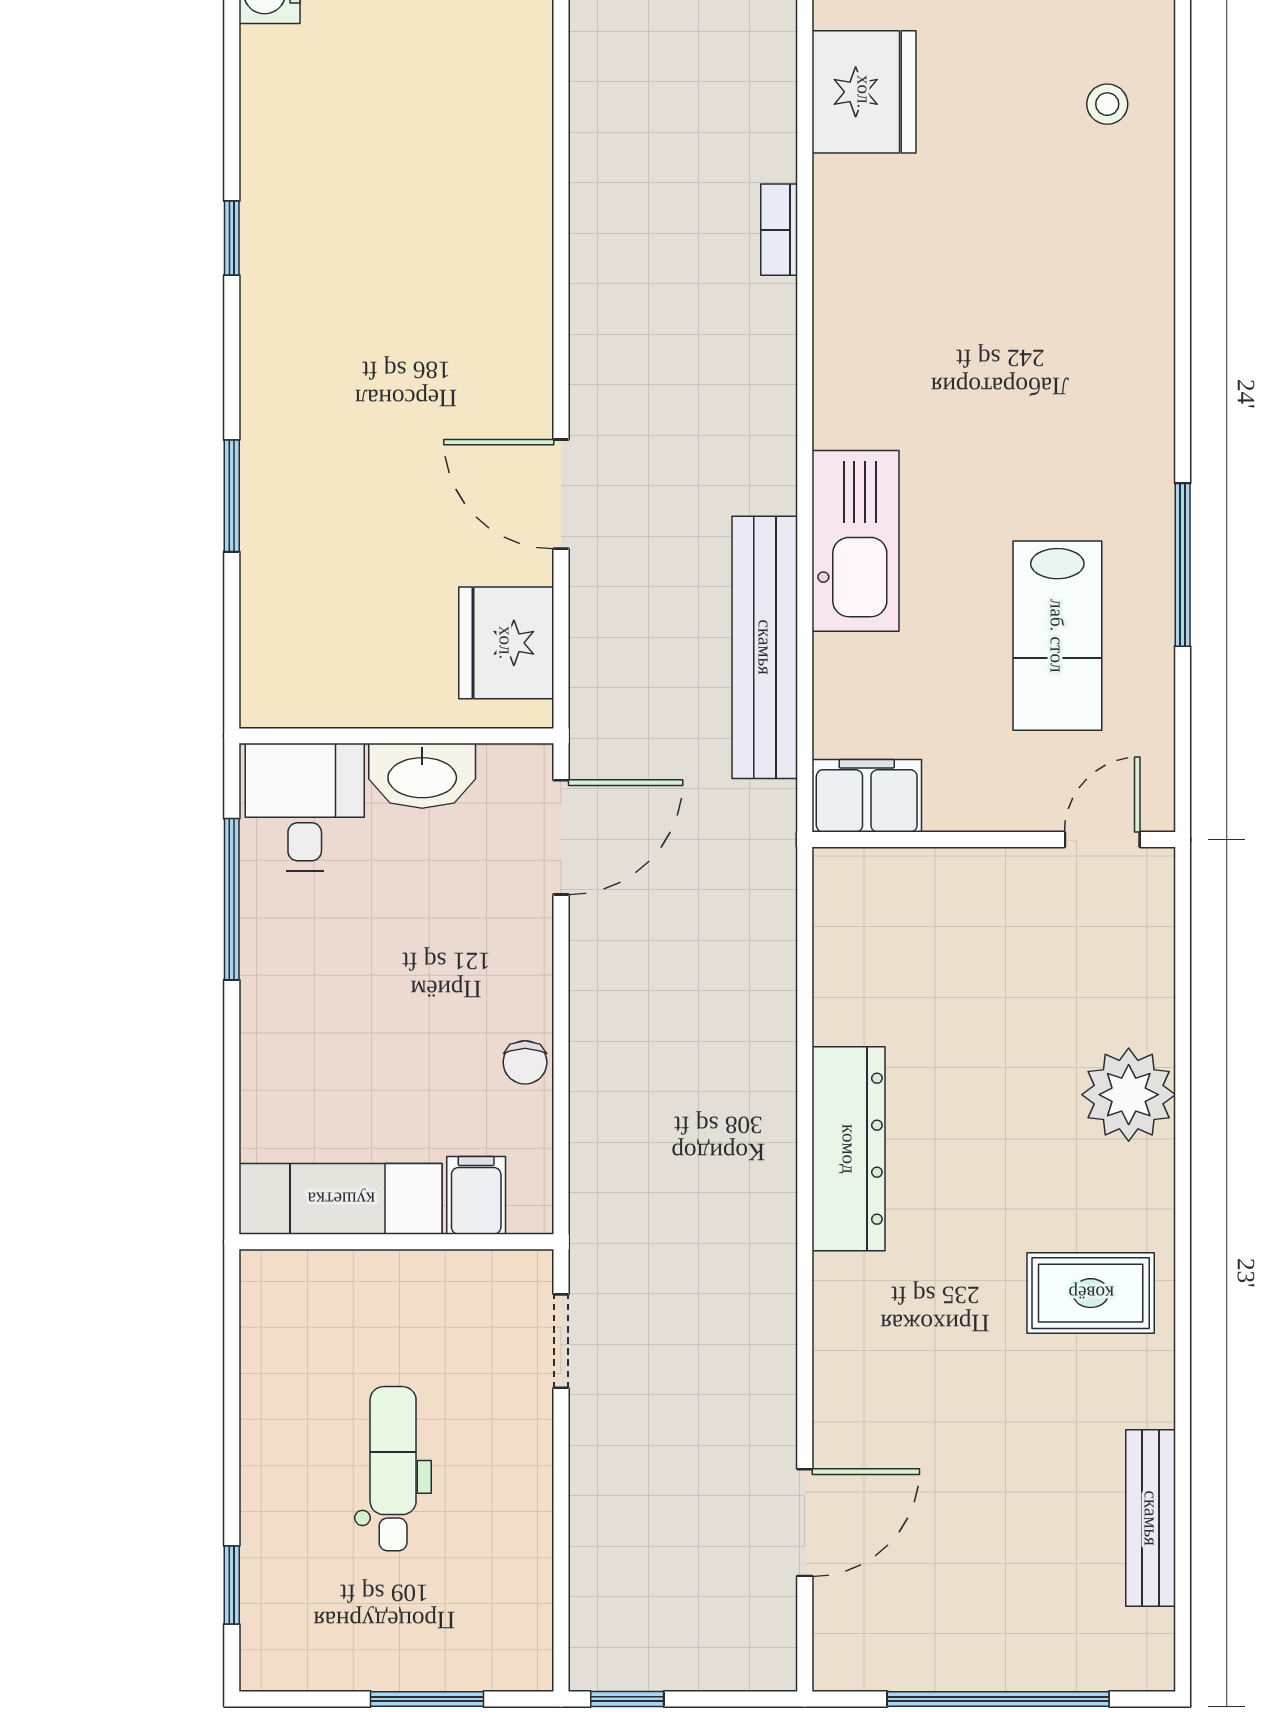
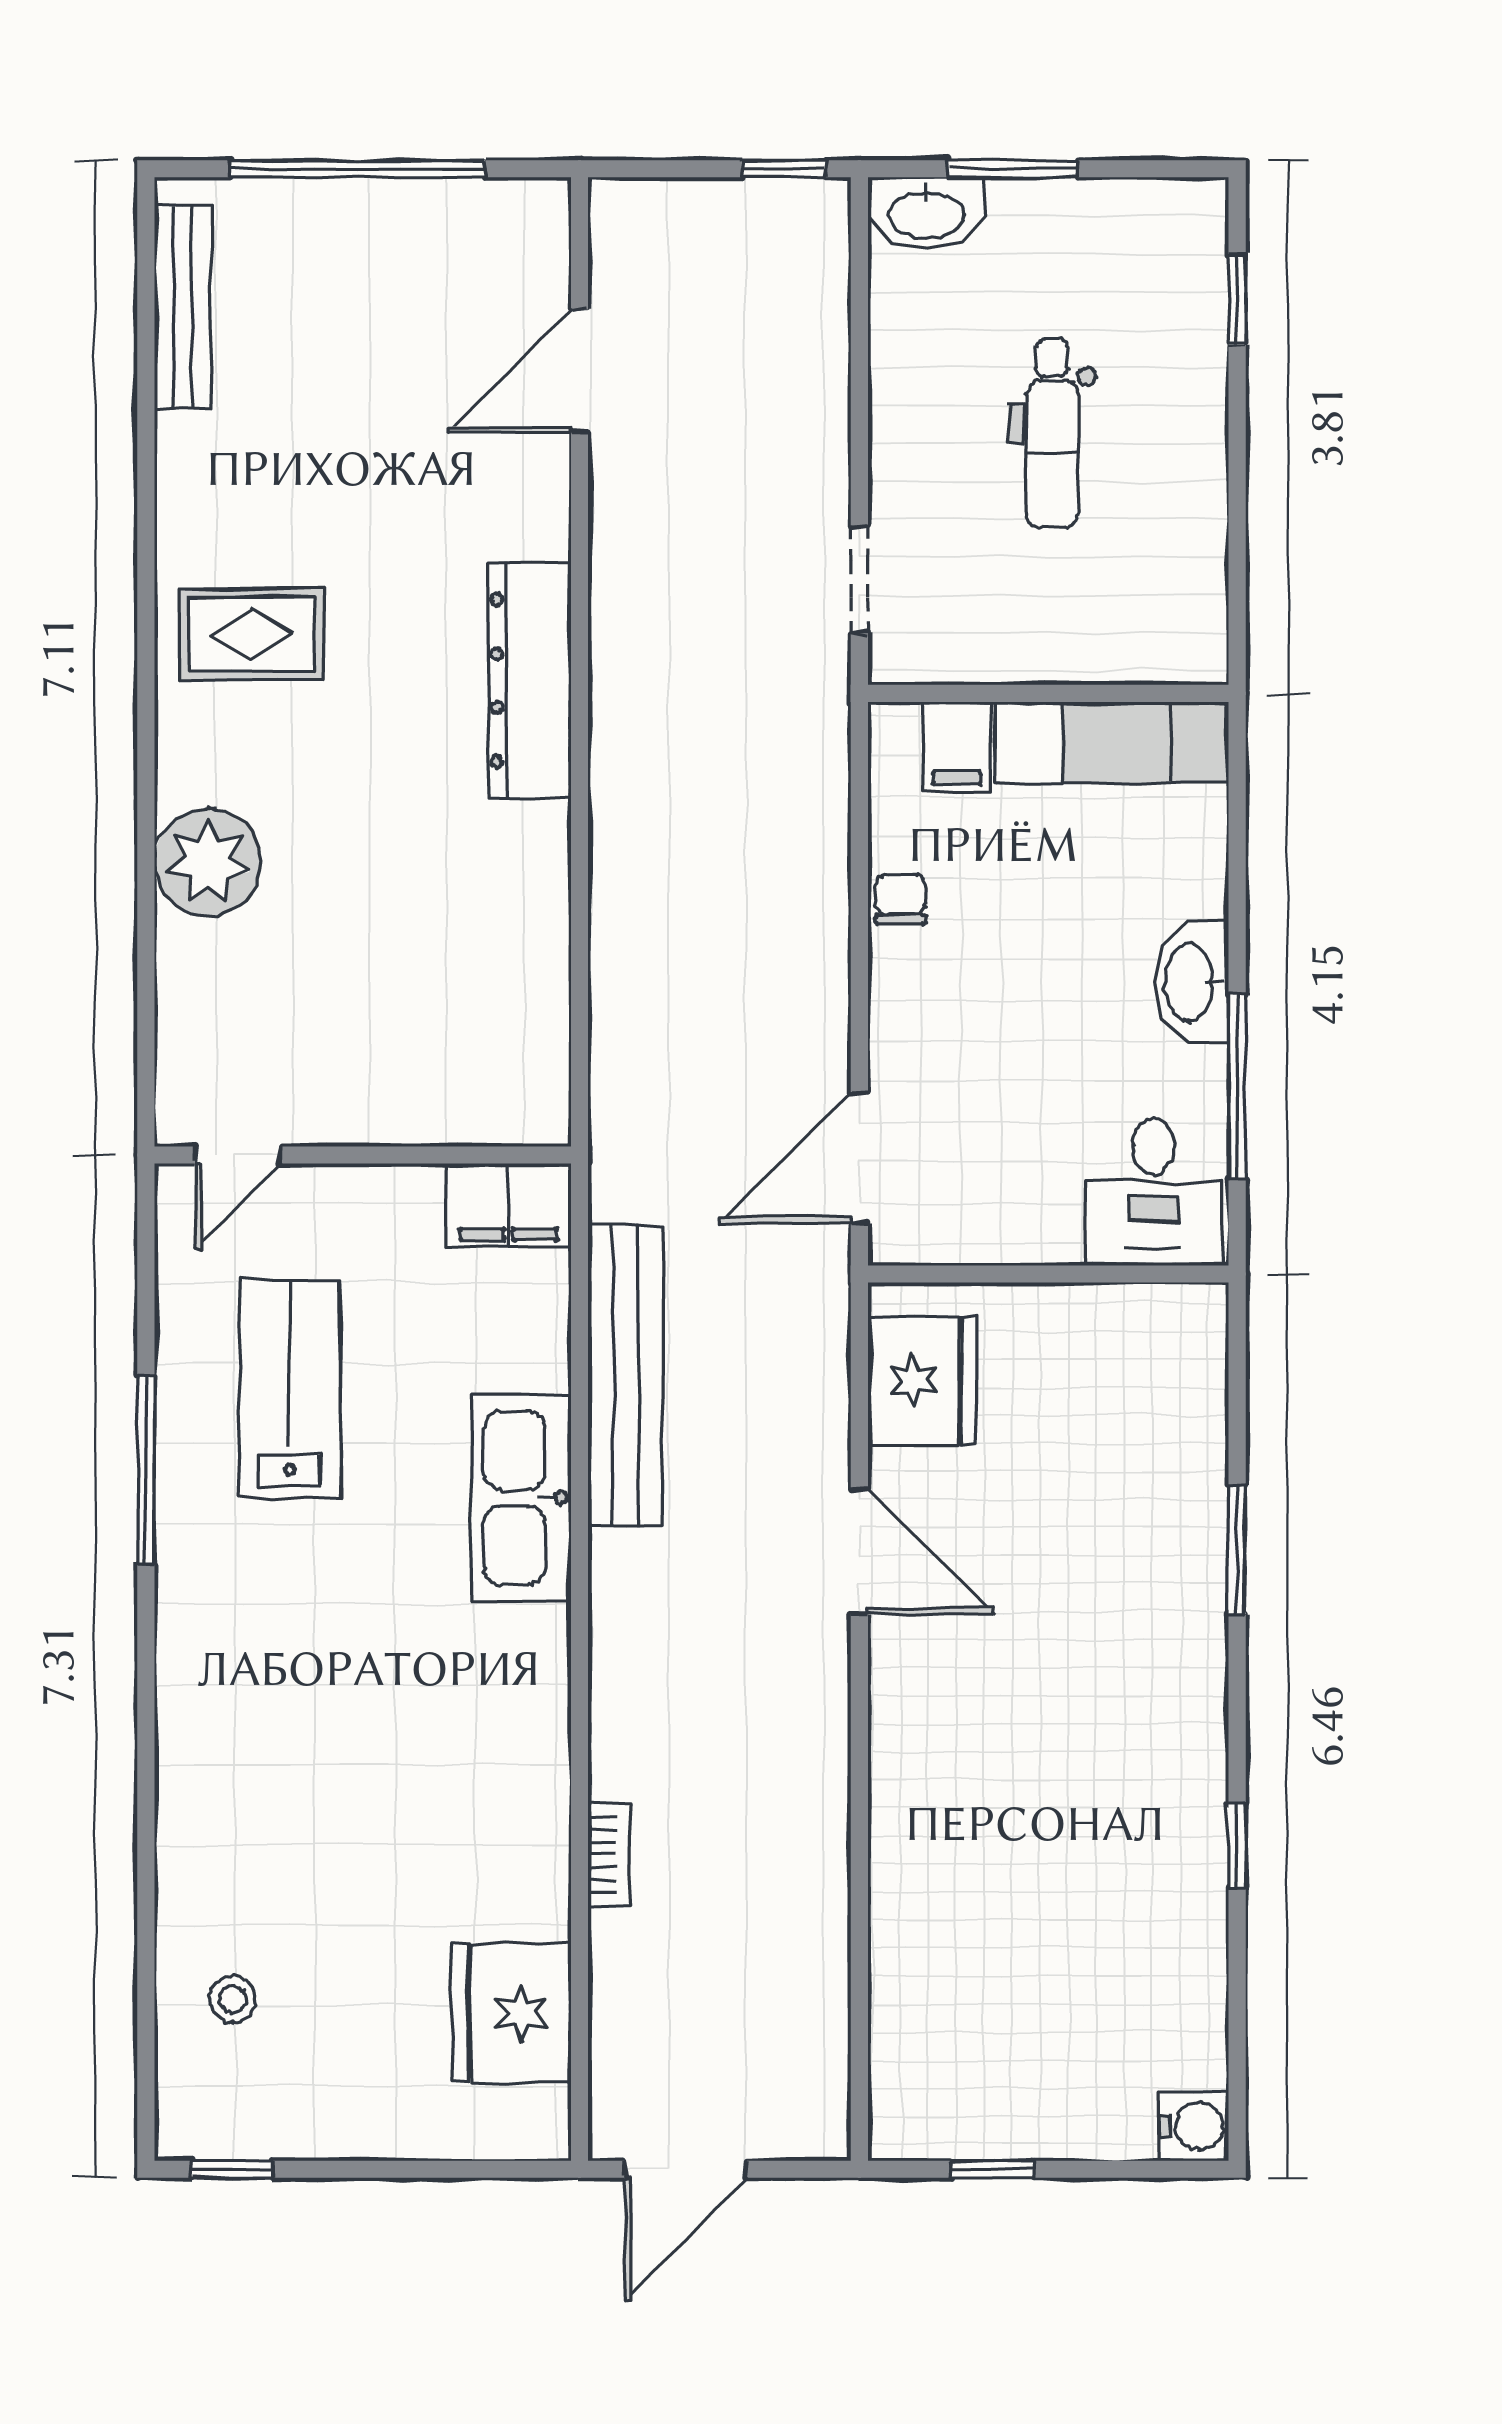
washbasin: (422, 776) -> (1191, 982), moved, turned -90
dresser: (849, 1149) -> (529, 680), moved
bench: (1151, 1518) -> (183, 307), moved
washbasin: (502, 1660) -> (927, 213), added

